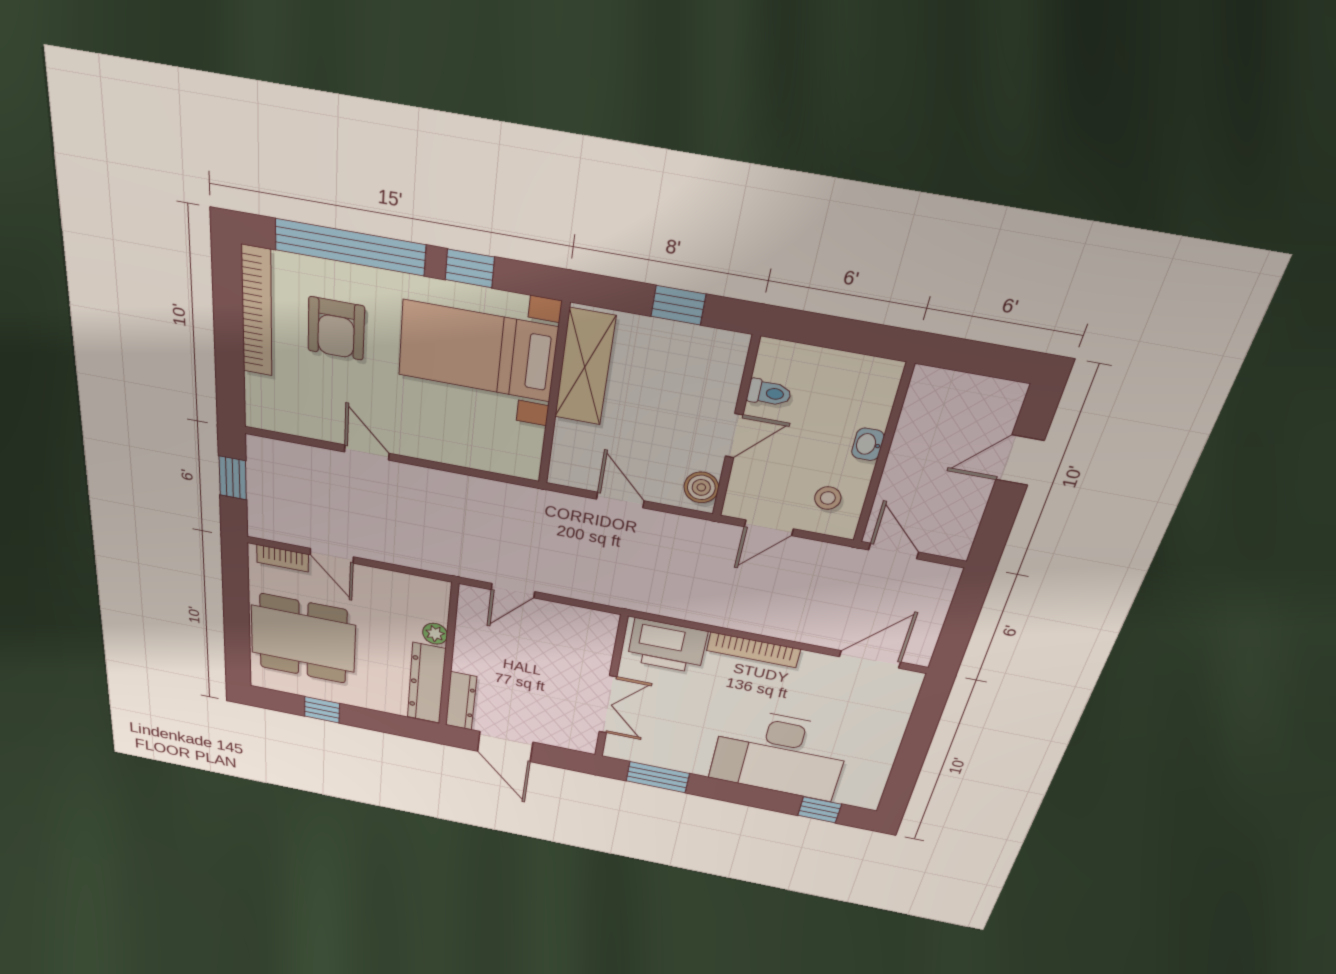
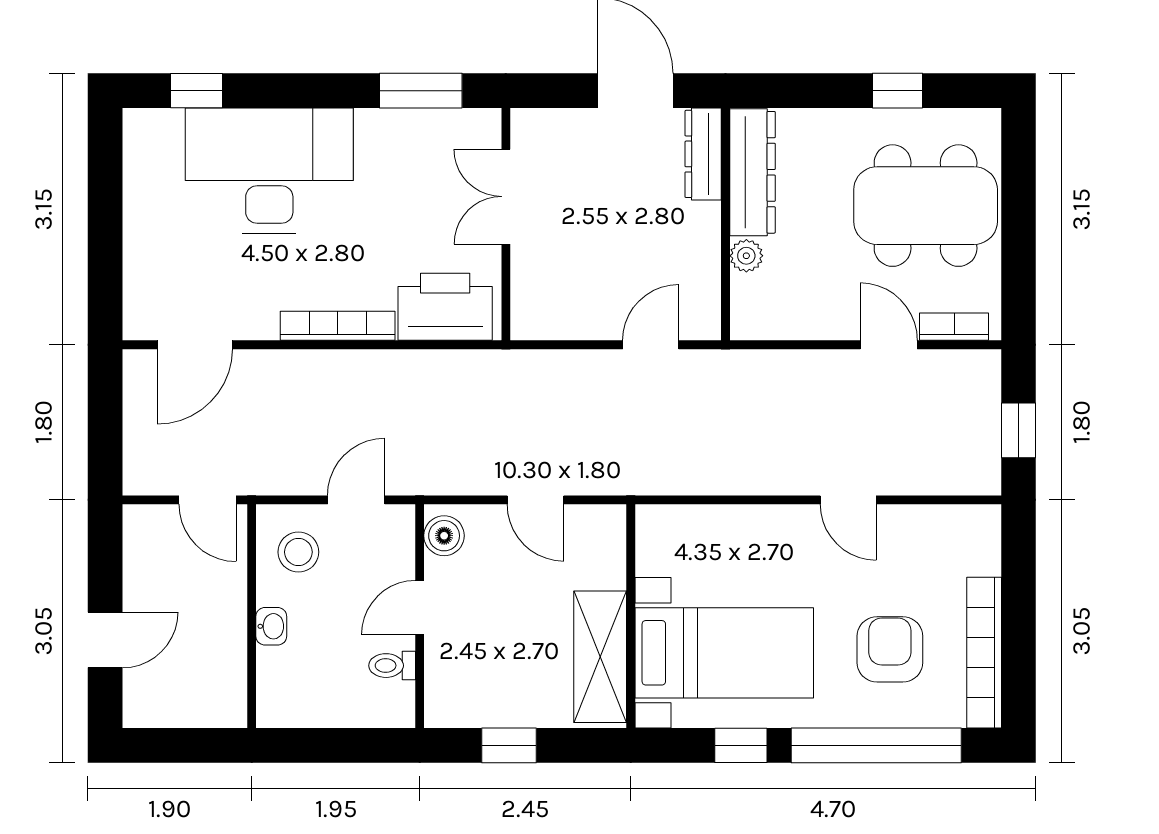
stool: (828, 498) -> (298, 552), width x1.37, depth x1.37

